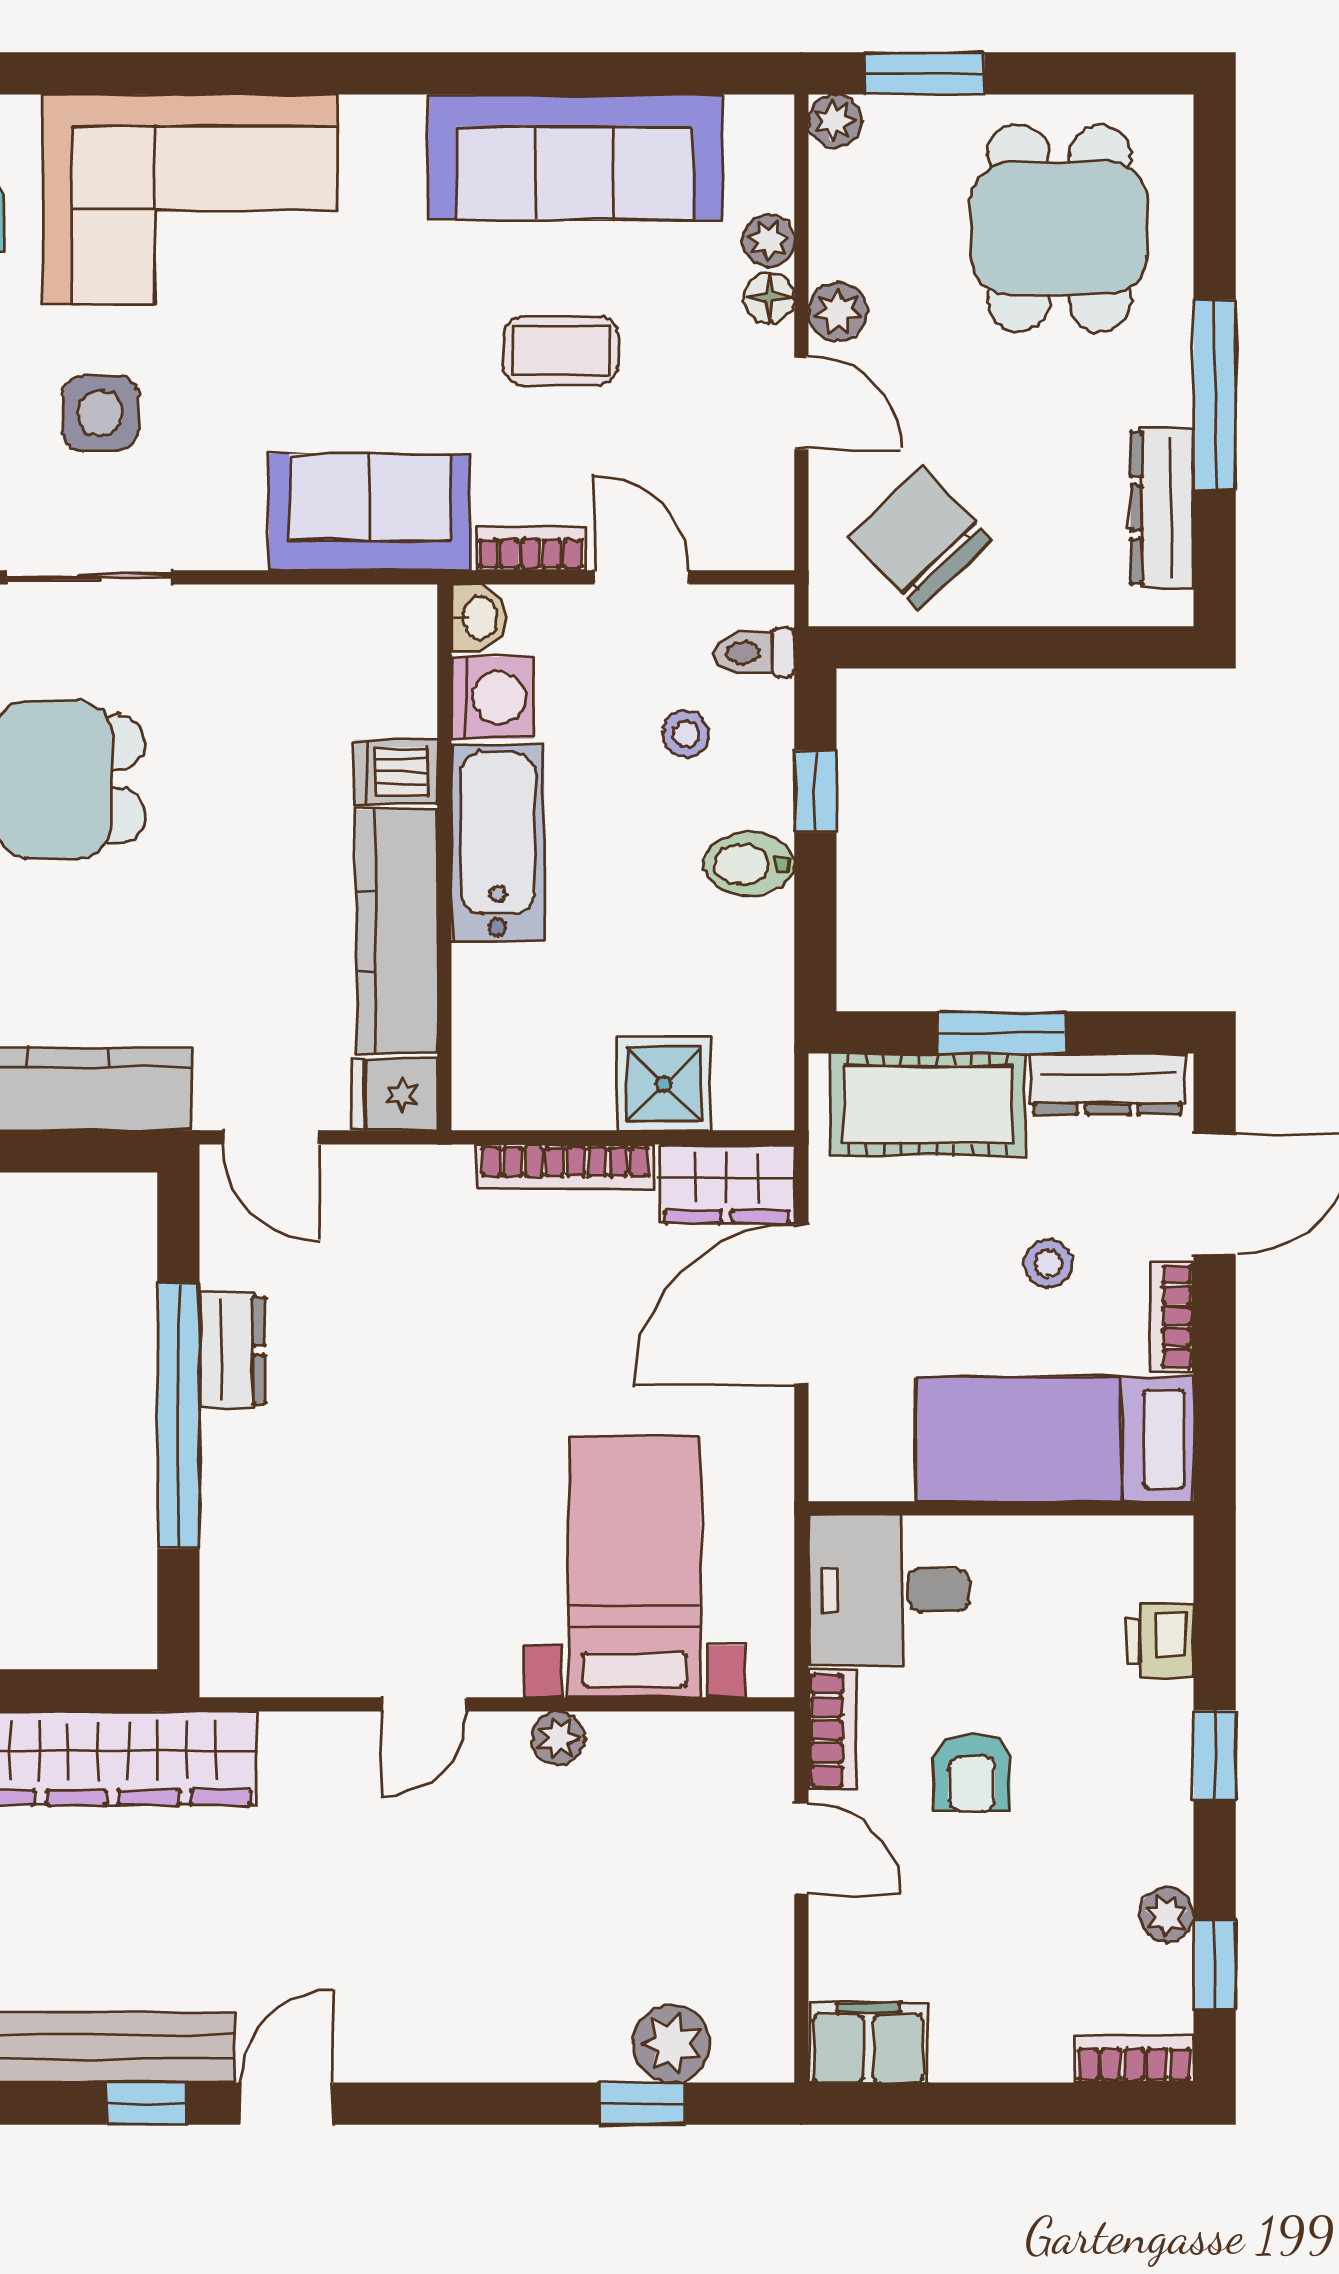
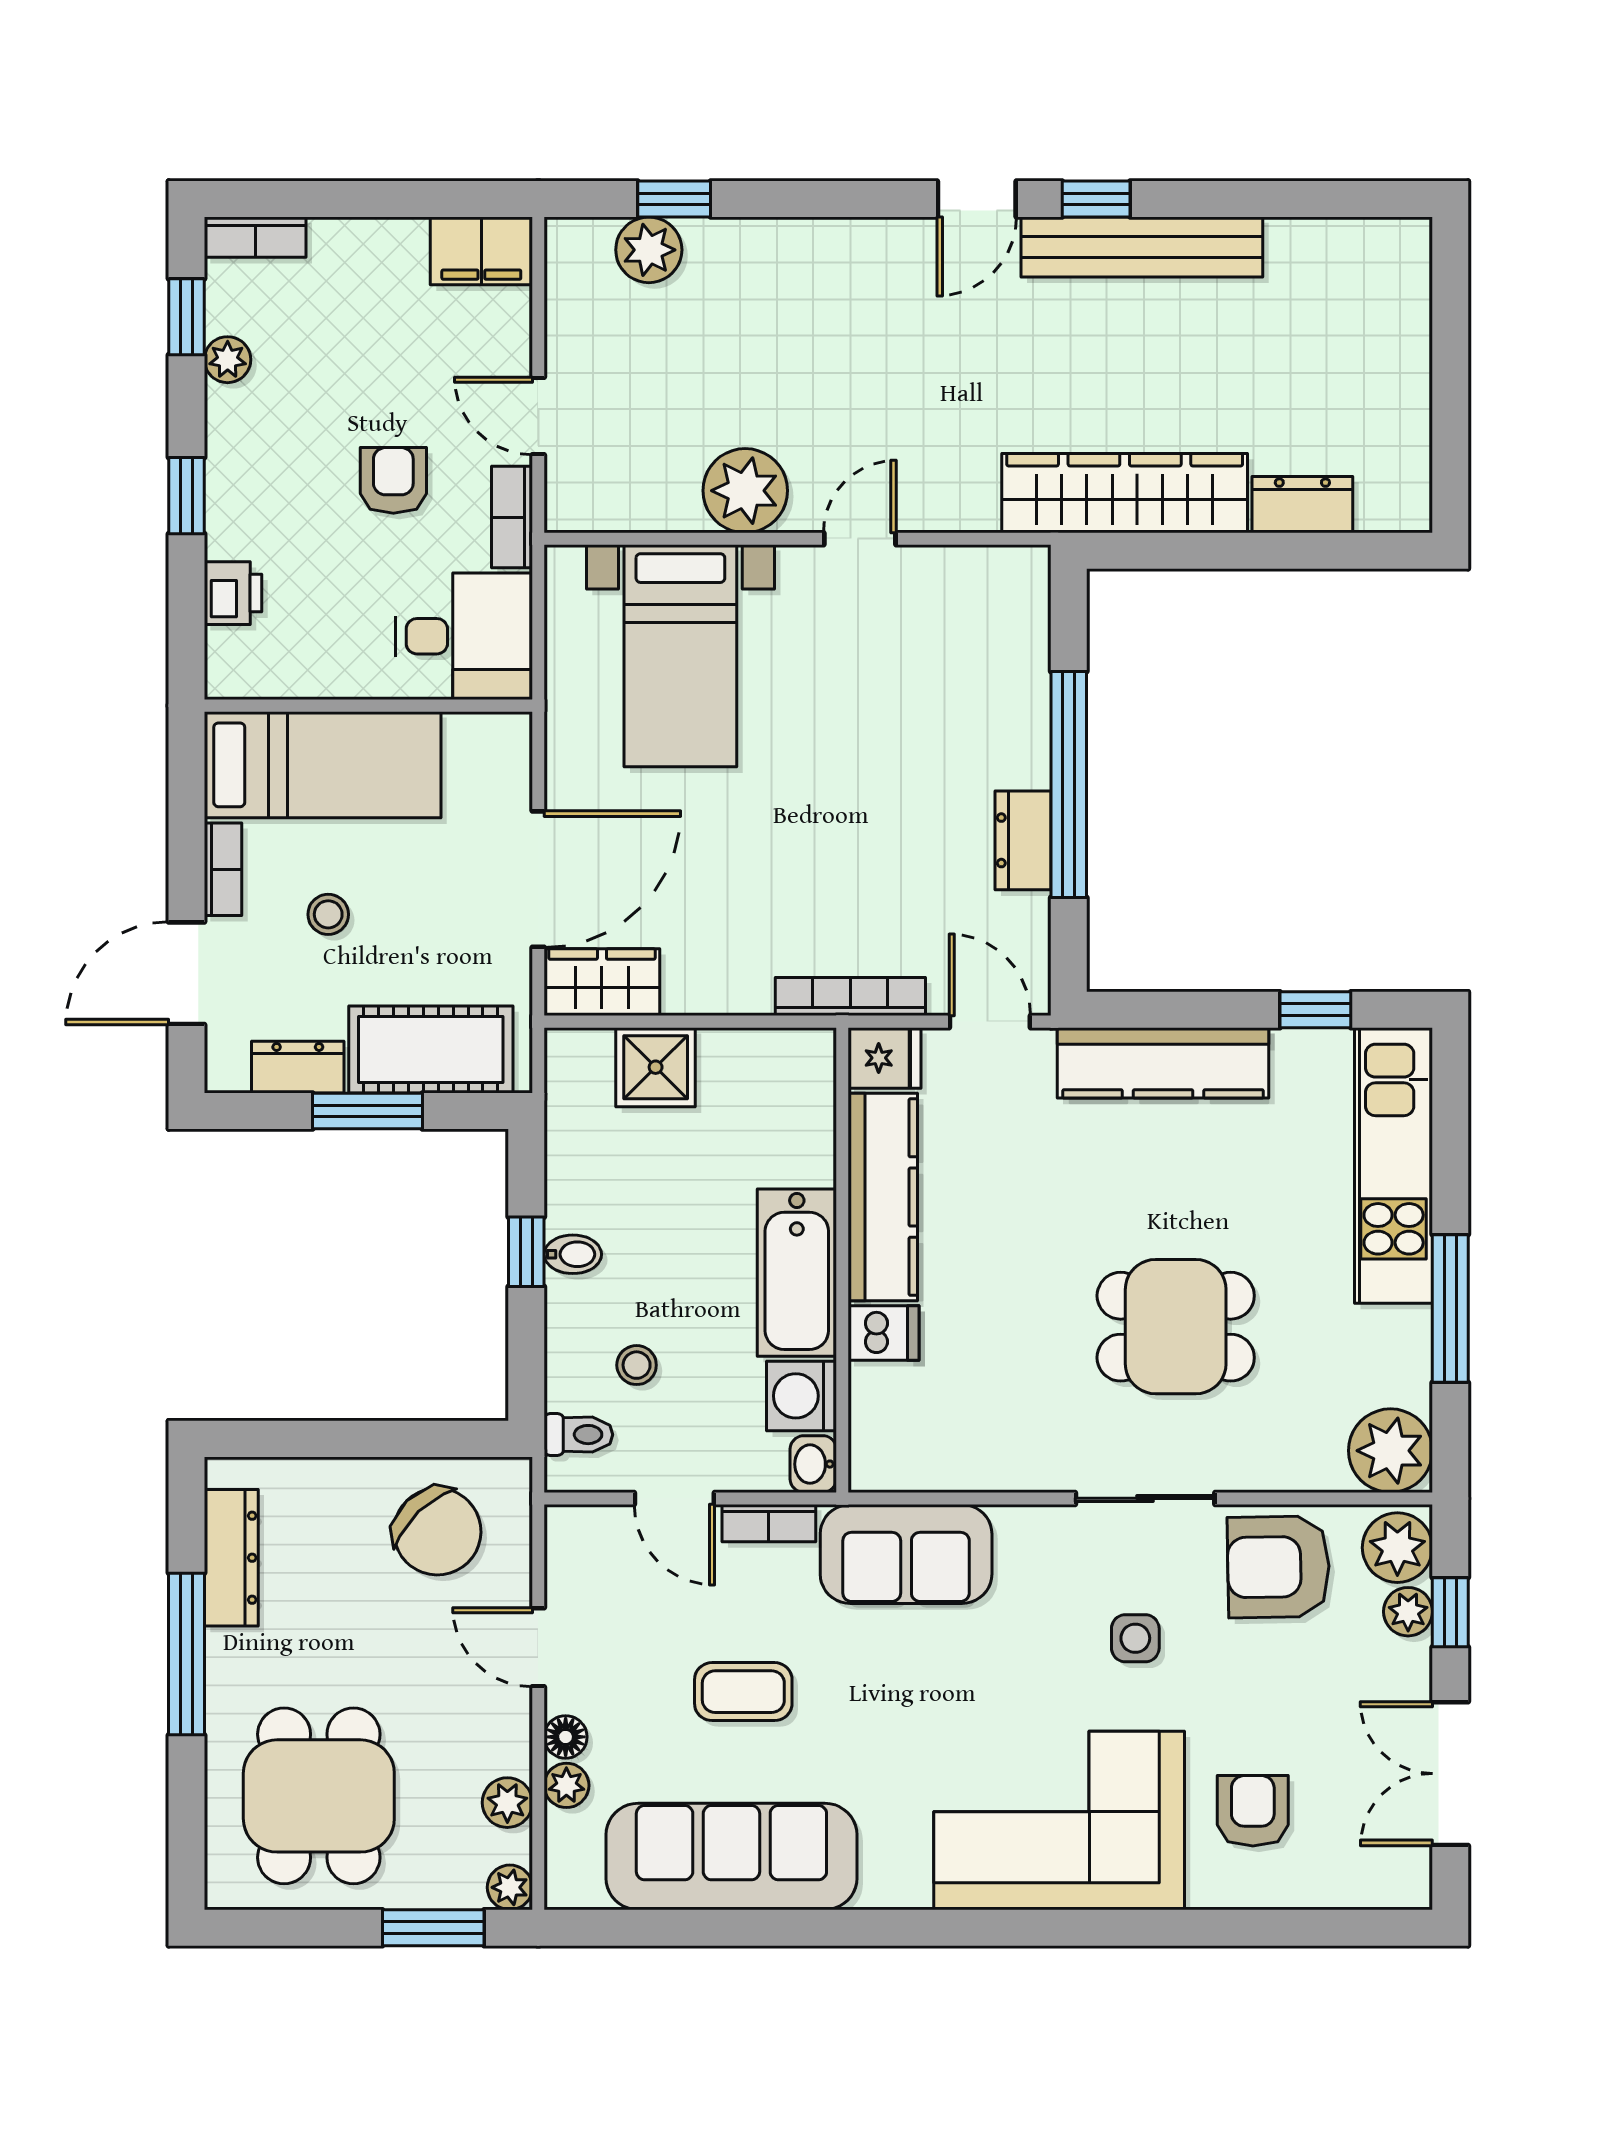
plant: (838, 312) -> (507, 1803), moved
side table: (100, 413) -> (1135, 1638), width x0.73, depth x0.73
window: (815, 791) -> (526, 1252), moved
bidet: (749, 864) -> (573, 1254), width x0.72, depth x0.74
dresser: (1108, 1084) -> (298, 1067), width x0.70
bookcase: (565, 1167) -> (850, 996), moved
plant: (558, 1738) -> (745, 491), width x1.87, depth x1.87

